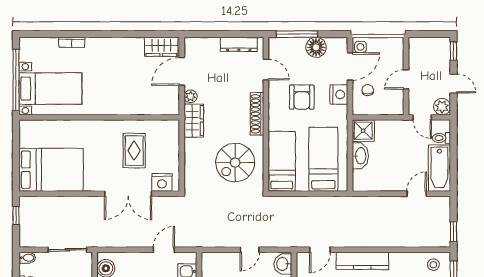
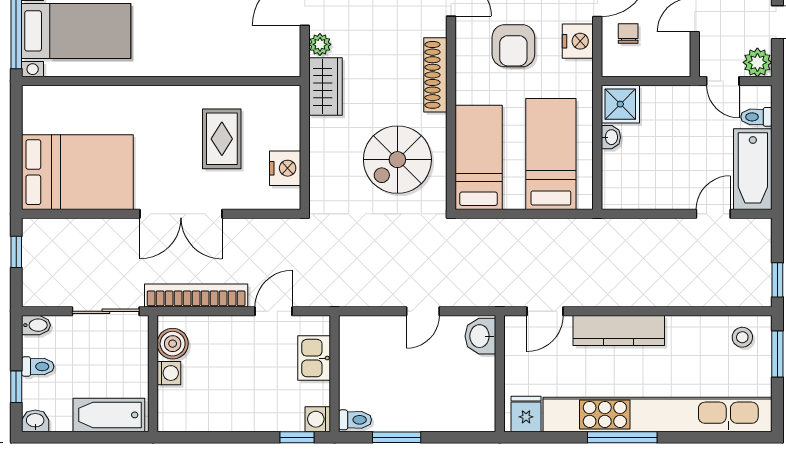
washbasin: (360, 156) -> (611, 137), width x0.52, depth x0.69
nightstand: (162, 182) -> (285, 168), moved, turned -90
double door: (128, 194) -> (181, 214), moved
bookcase: (119, 241) -> (196, 296), added

